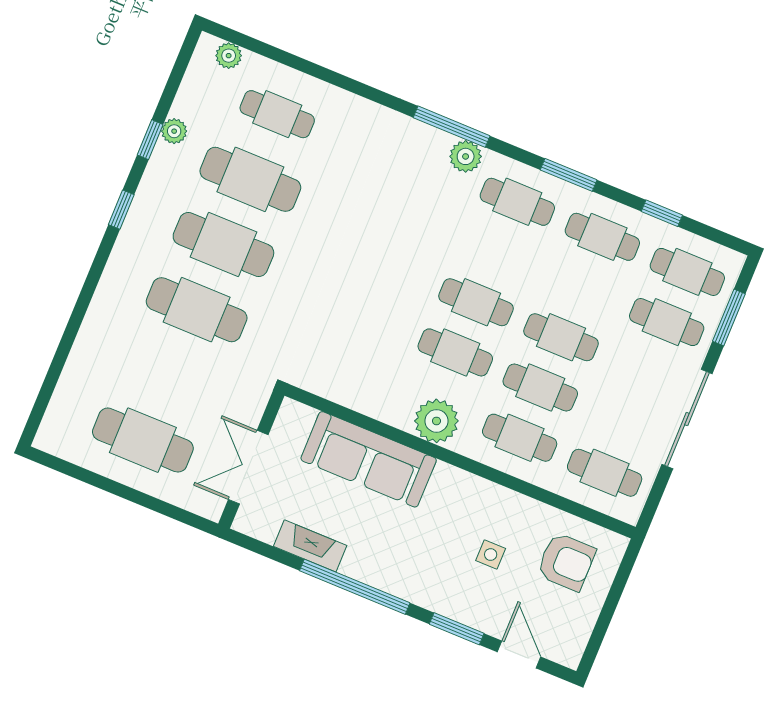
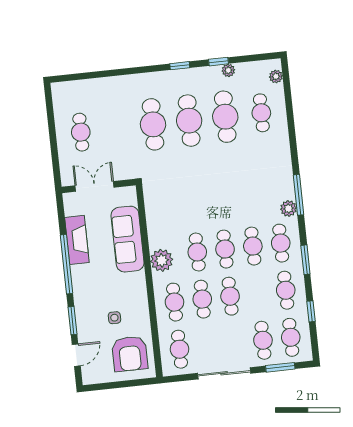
cafe table: (497, 252) -> (253, 246), added
cafe table: (143, 440) -> (81, 132), width x0.73, depth x0.74
fireplace: (310, 546) -> (77, 240), width x1.37, depth x1.32
armchair: (566, 562) -> (130, 354), width x1.36, depth x1.36

